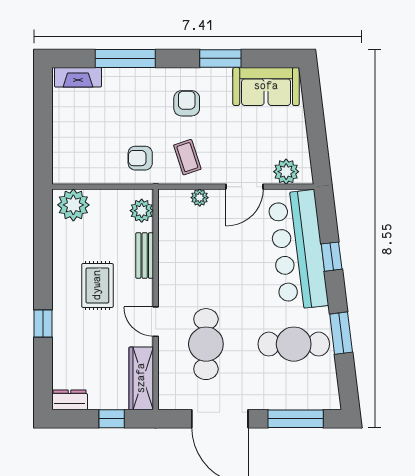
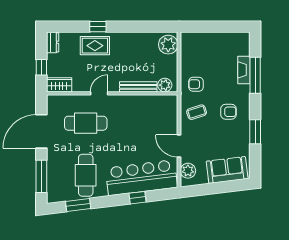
fireplace: (78, 77) -> (244, 70), moved
sofa: (266, 86) -> (227, 170), moved, turned 83
armchair: (140, 158) -> (196, 84), turned -90
plant: (200, 198) -> (173, 119), removed
bench: (145, 256) -> (138, 87), width x1.36
rug: (97, 285) -> (95, 46), moved
window: (341, 333) -> (78, 205), moved
wardrobe: (141, 378) -> (59, 85), width x0.67

